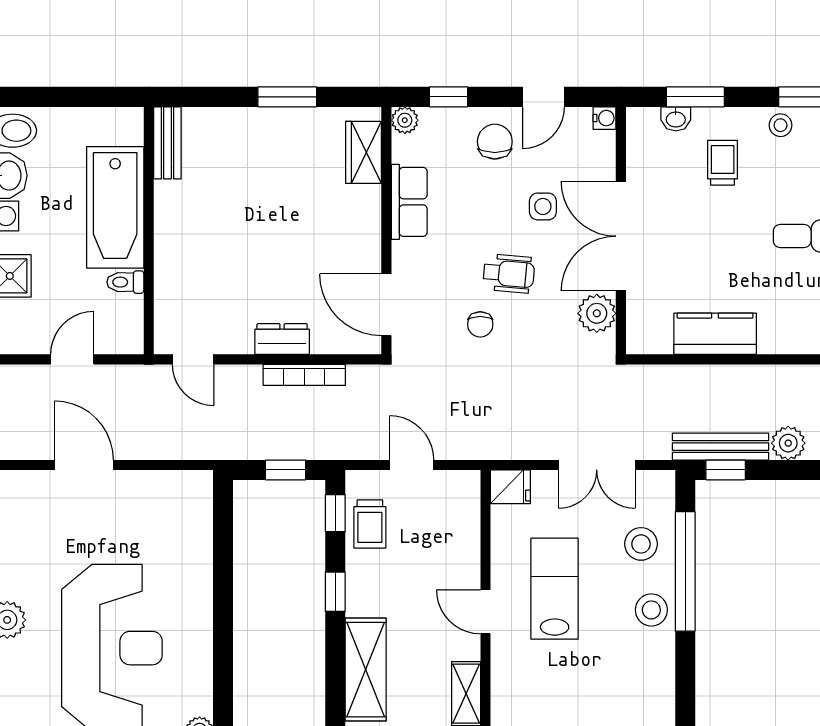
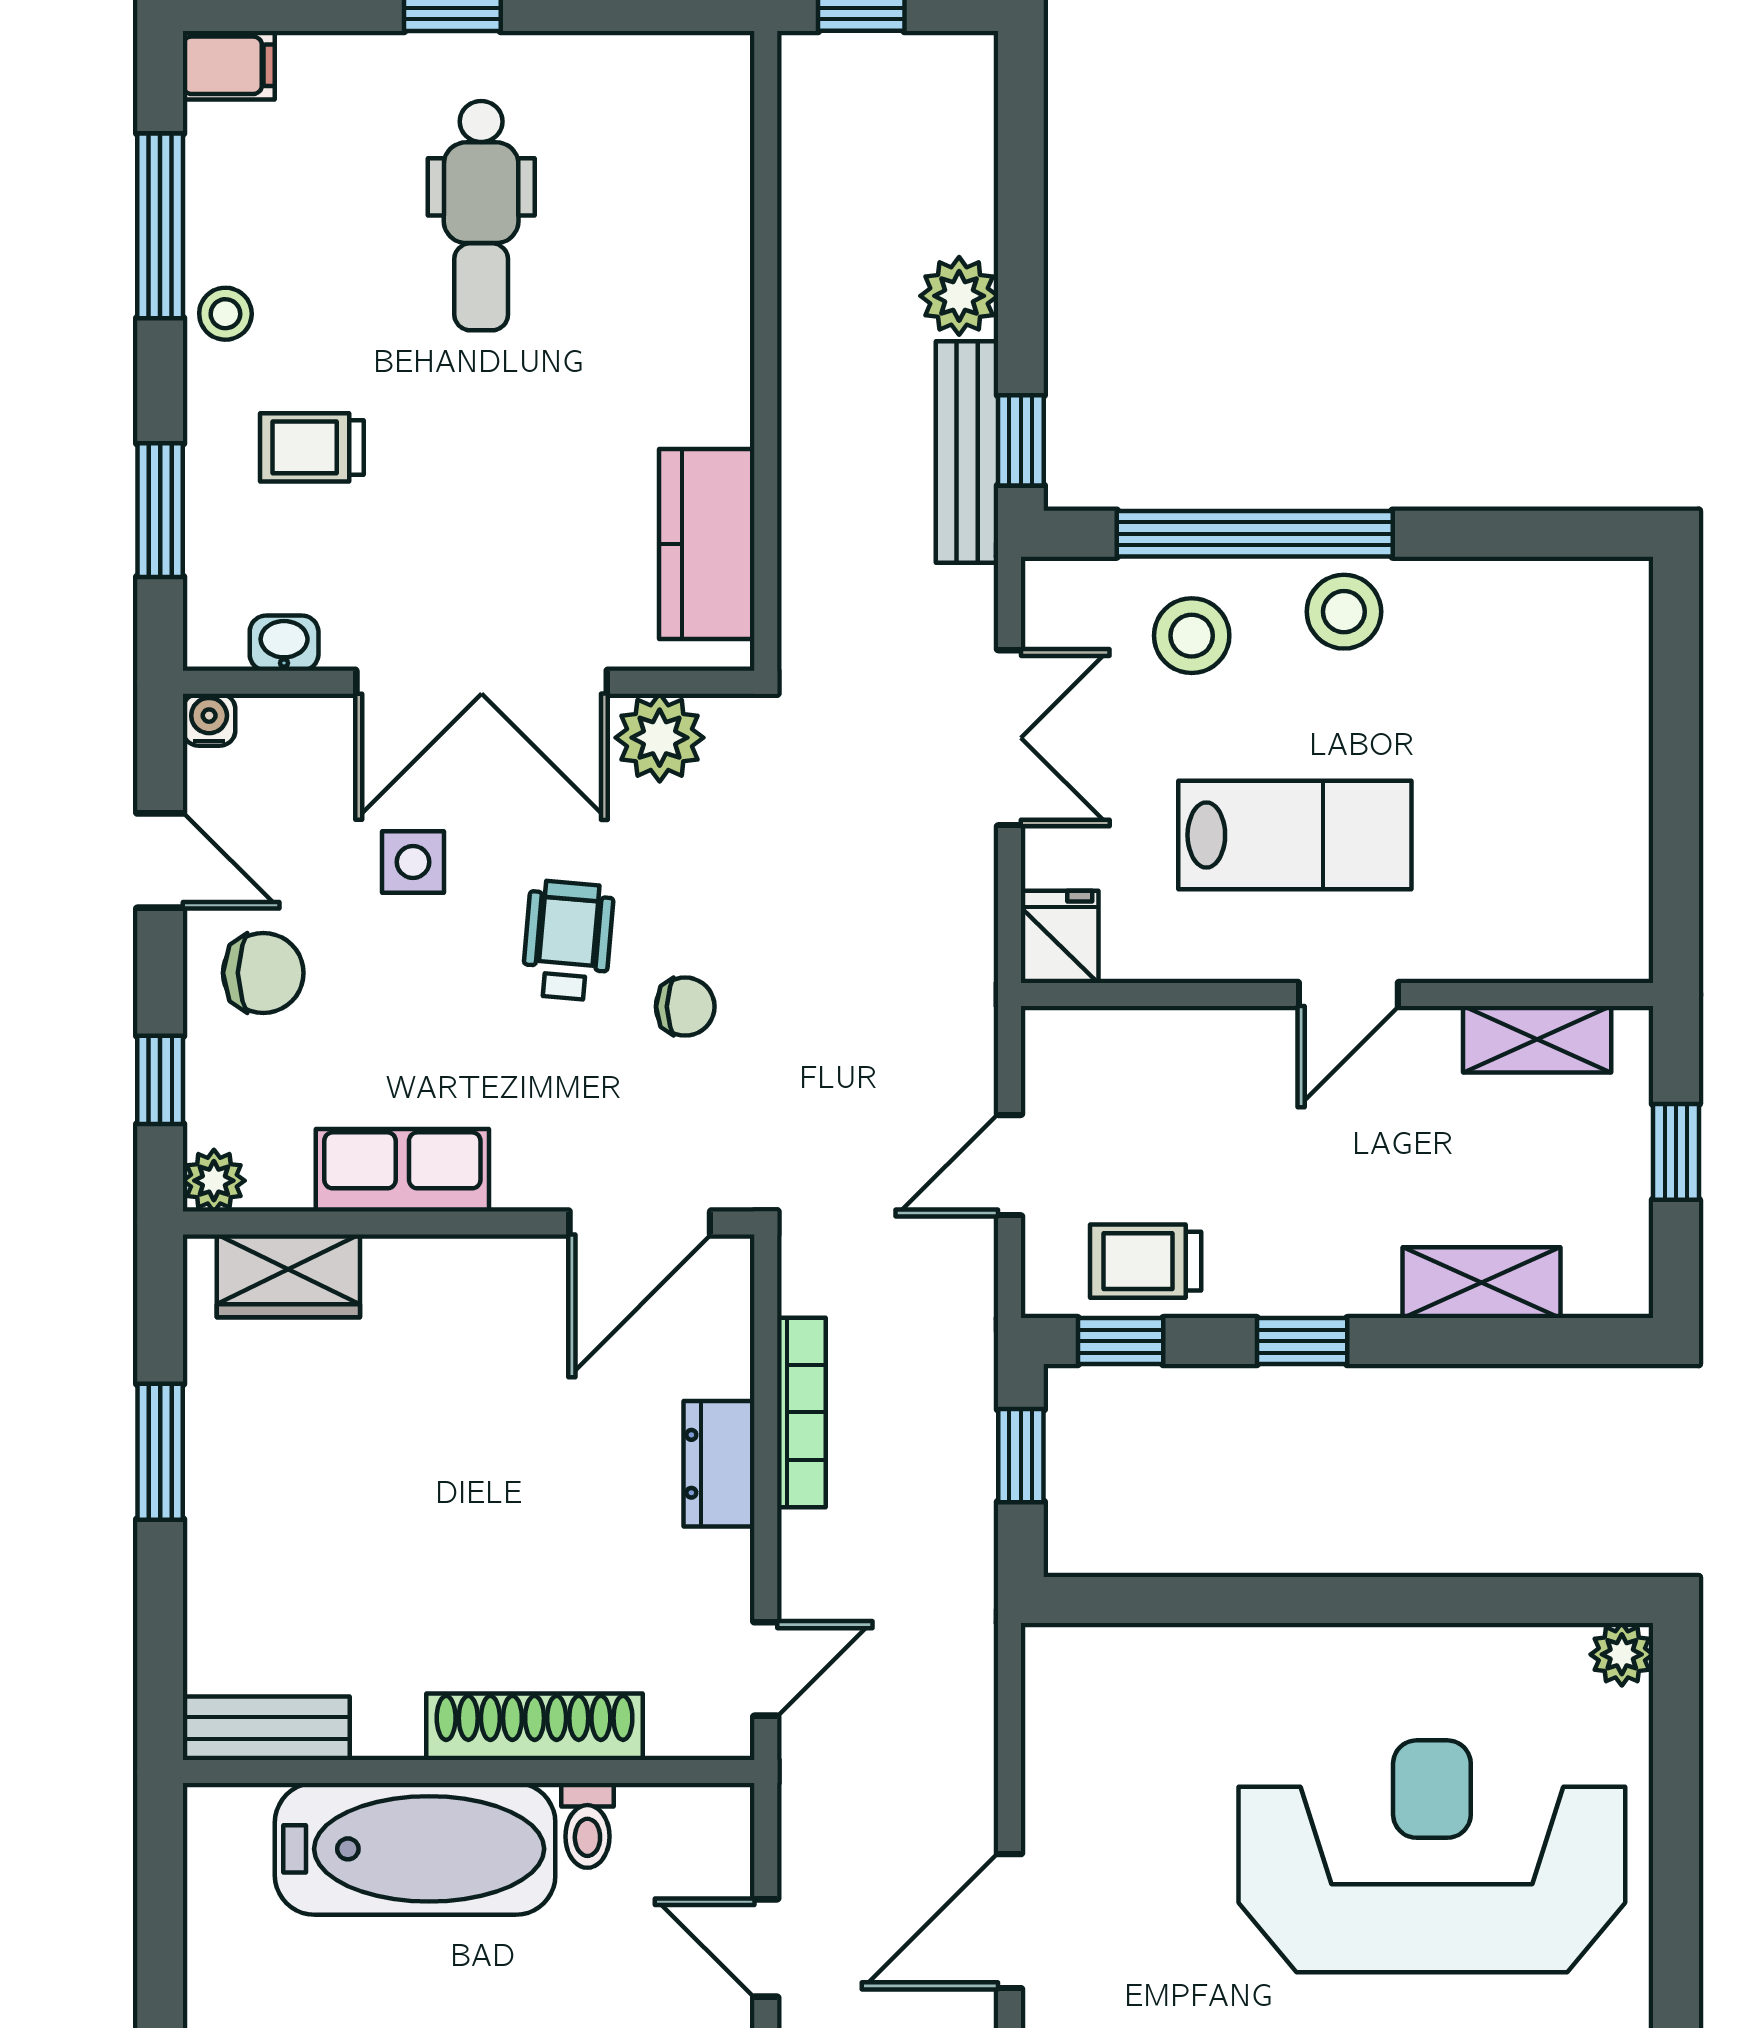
washbasin: (676, 119) -> (284, 643), moved, turned -90
chair: (495, 142) -> (263, 973), turned 180
shoe rack: (168, 259) -> (535, 1727), added
kitchen counter: (715, 334) -> (707, 544), moved
trolley: (370, 524) -> (1146, 1261), turned 180
lab bench: (555, 589) -> (1295, 835), turned 180
shelving: (366, 670) -> (1482, 1283), width x0.67, depth x0.75

